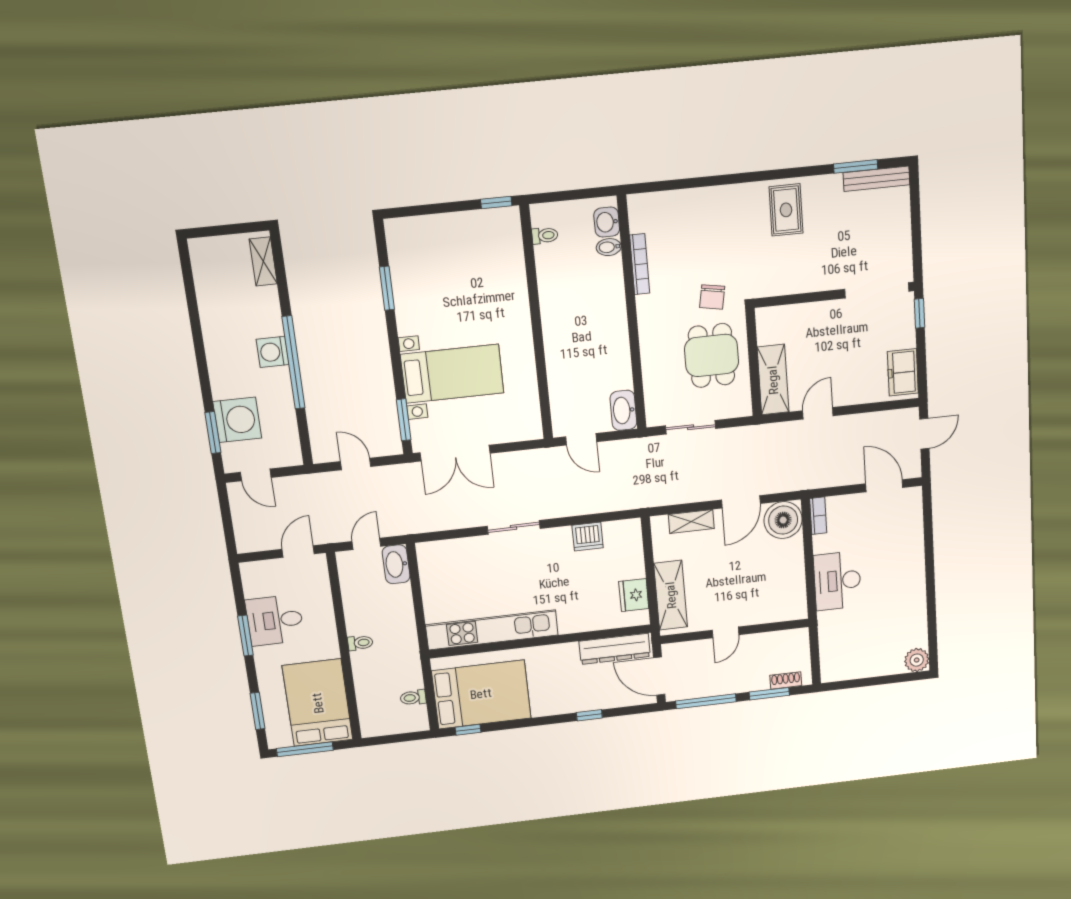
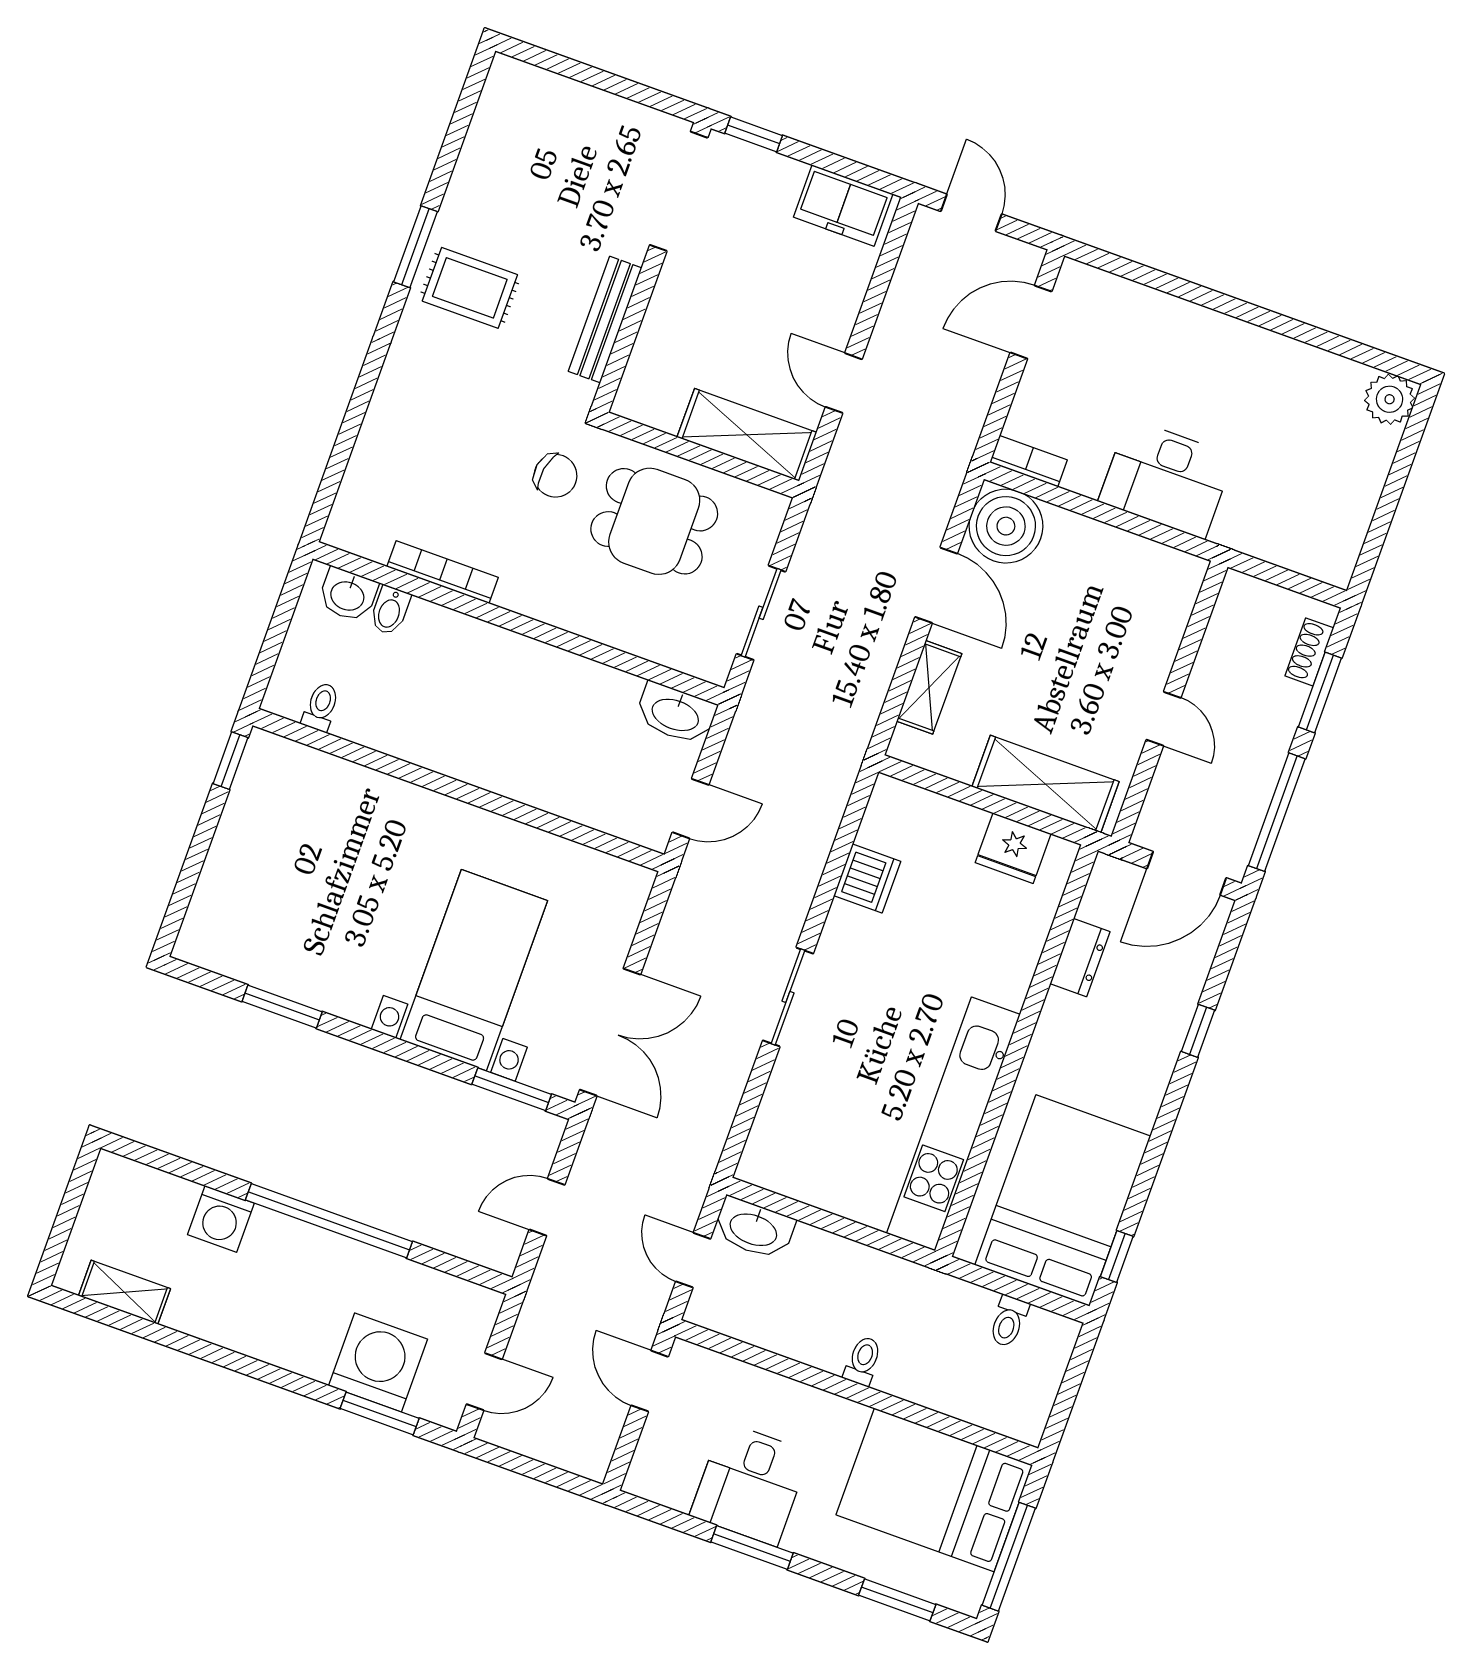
window: (856, 166) -> (415, 247), moved
bench: (877, 179) -> (605, 320), moved
shelving: (263, 261) -> (124, 1292), moved
washing machine: (273, 352) -> (221, 1219), moved
dresser: (615, 649) -> (1080, 958), width x0.51, depth x0.80

